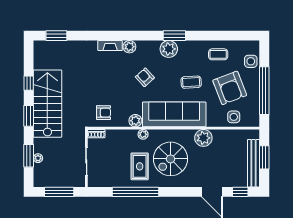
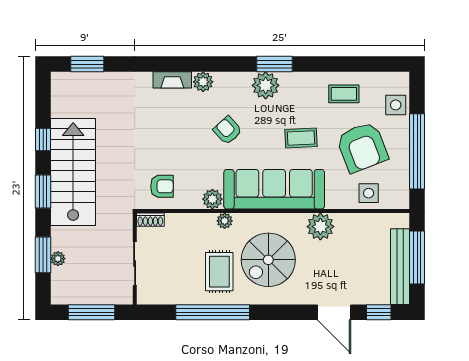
window: (264, 157) -> (417, 257), width x1.44

